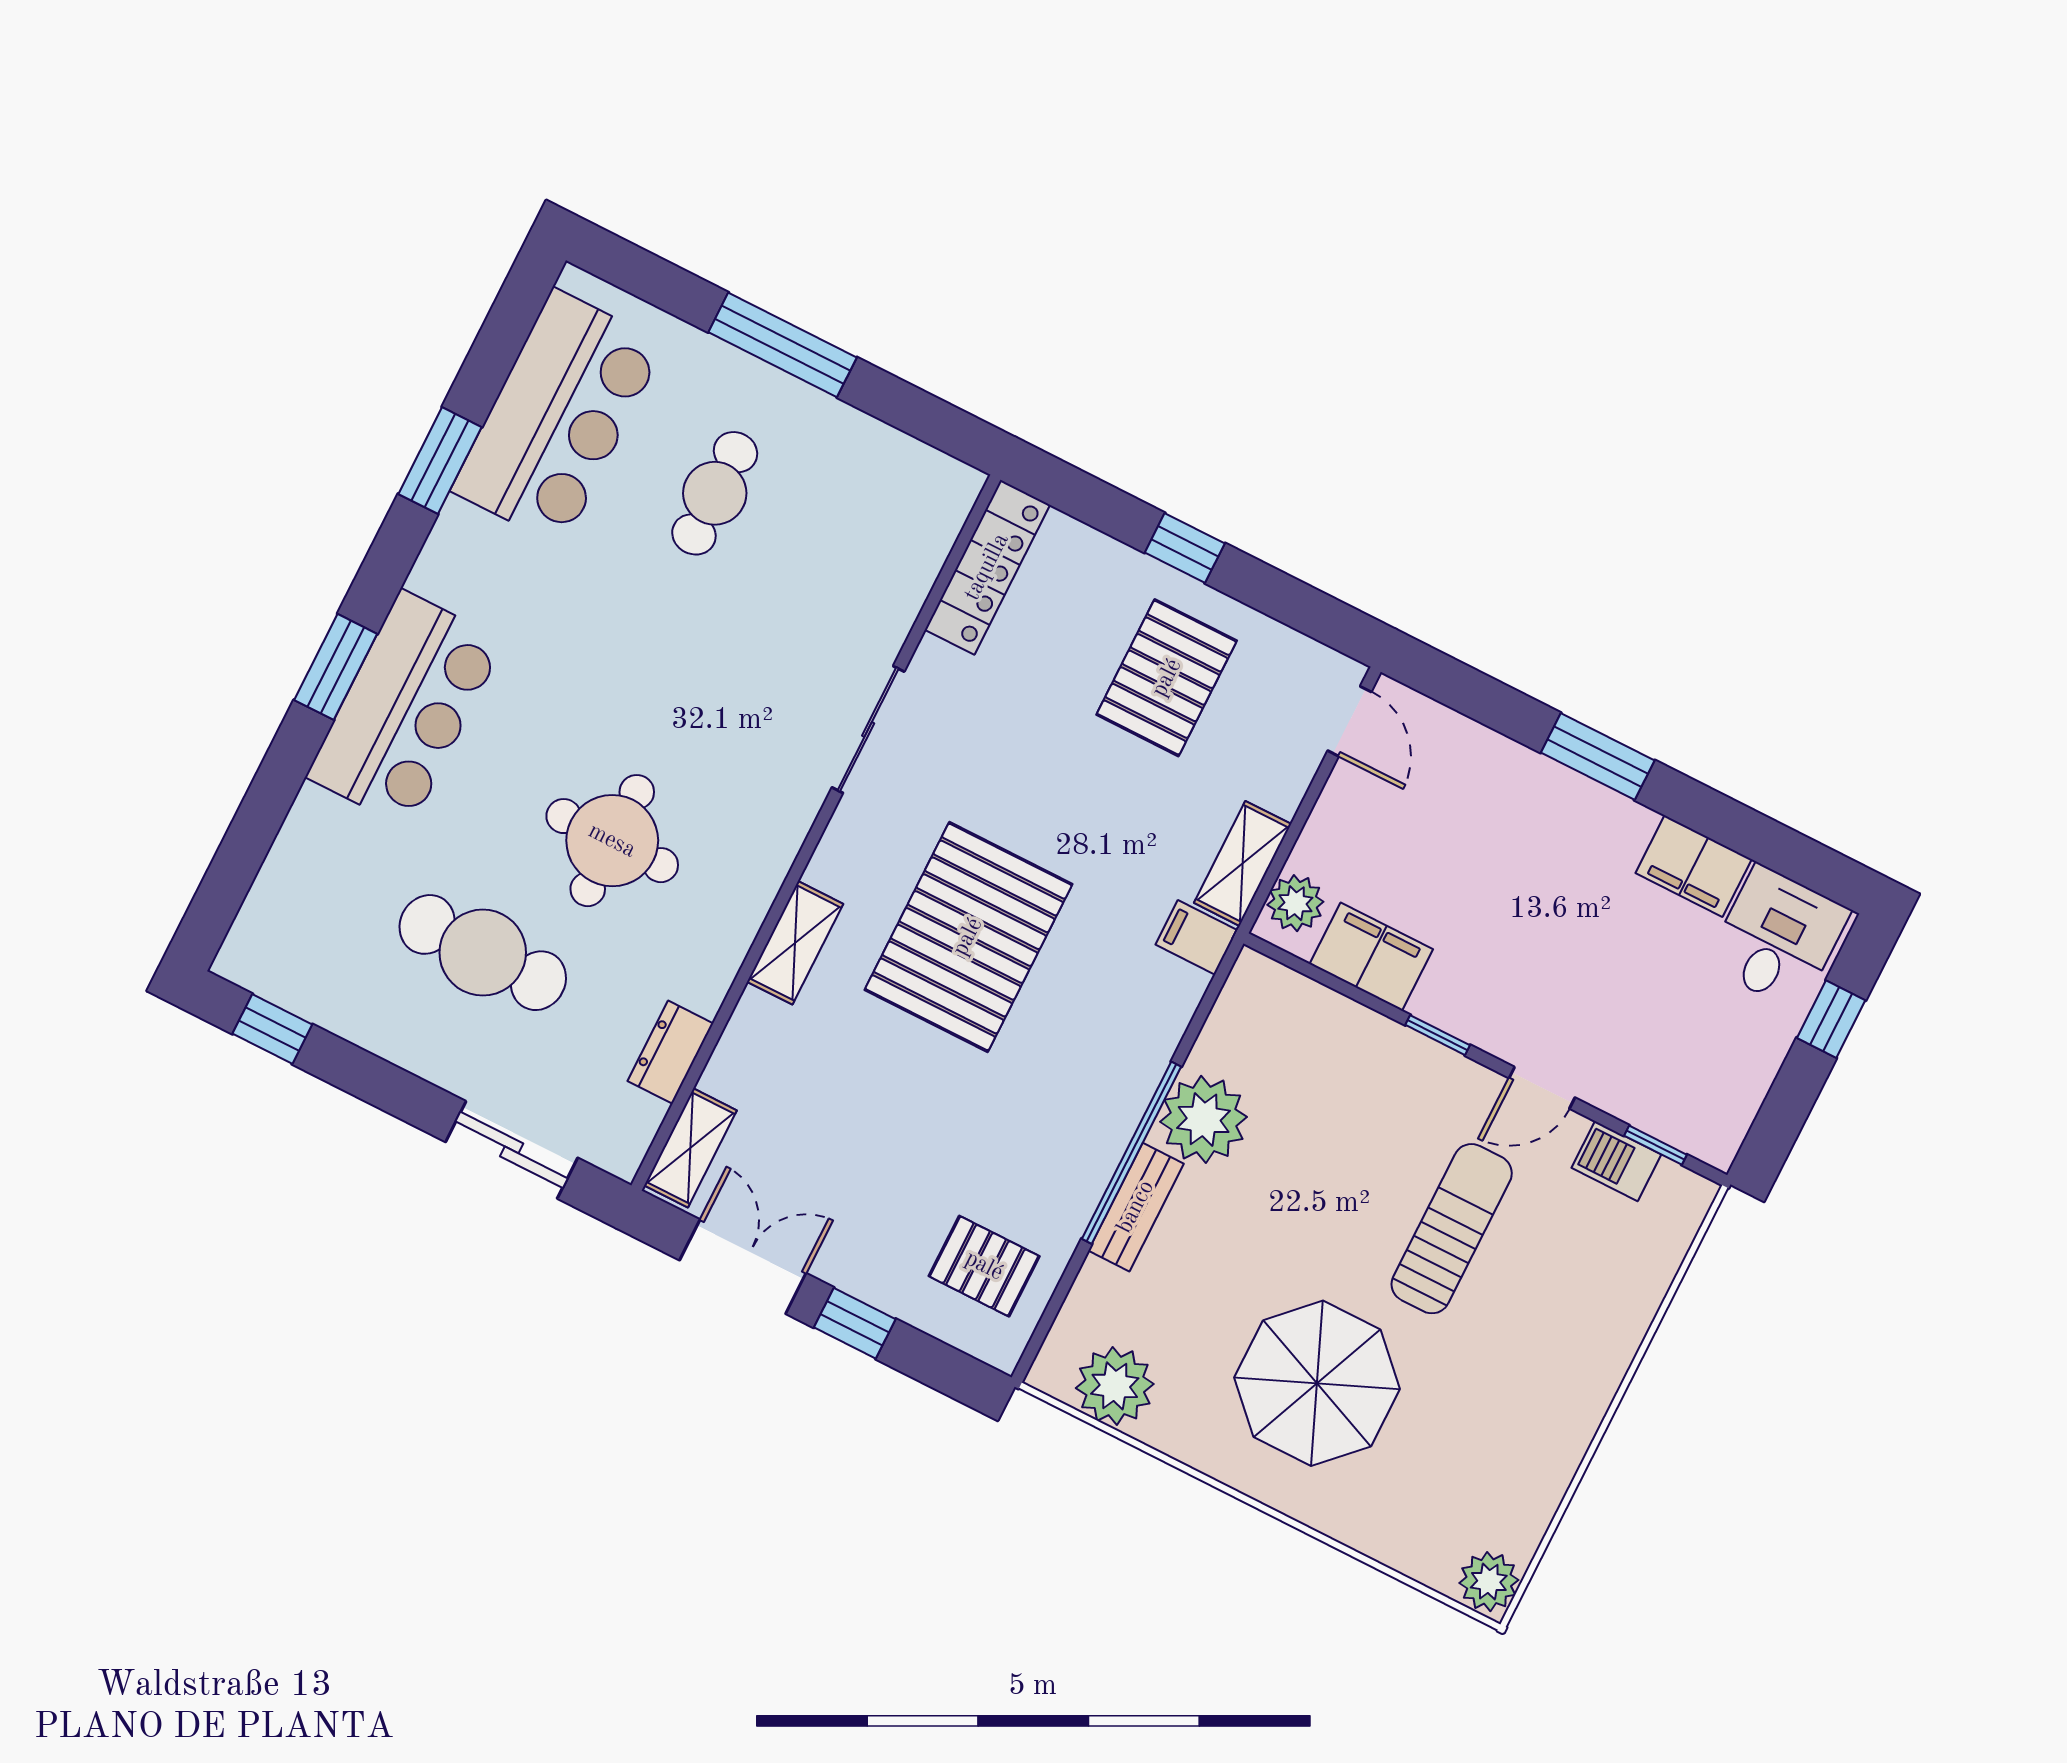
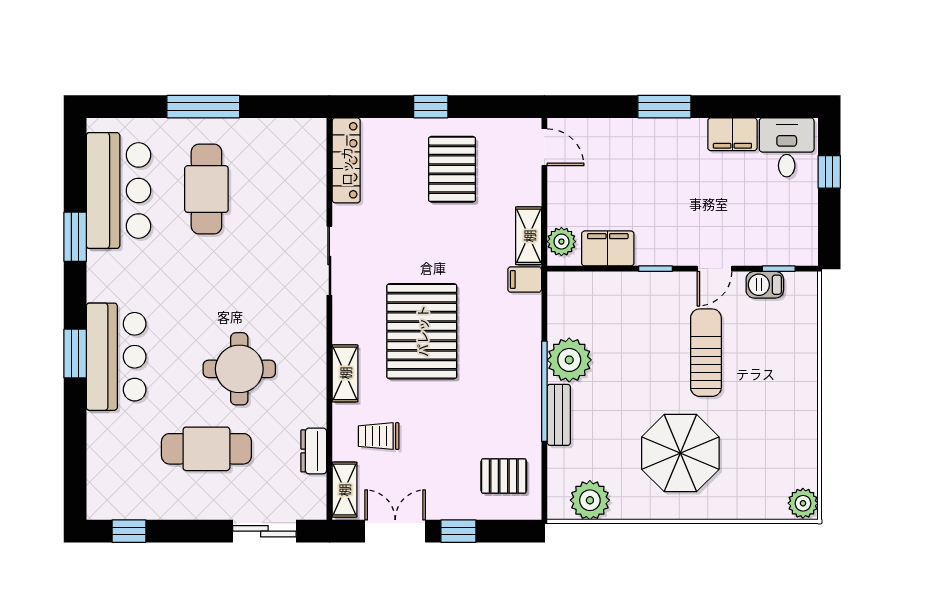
cafe table: (715, 493) -> (206, 189), width x1.37, depth x1.35
trolley: (799, 1084) -> (379, 436), added

